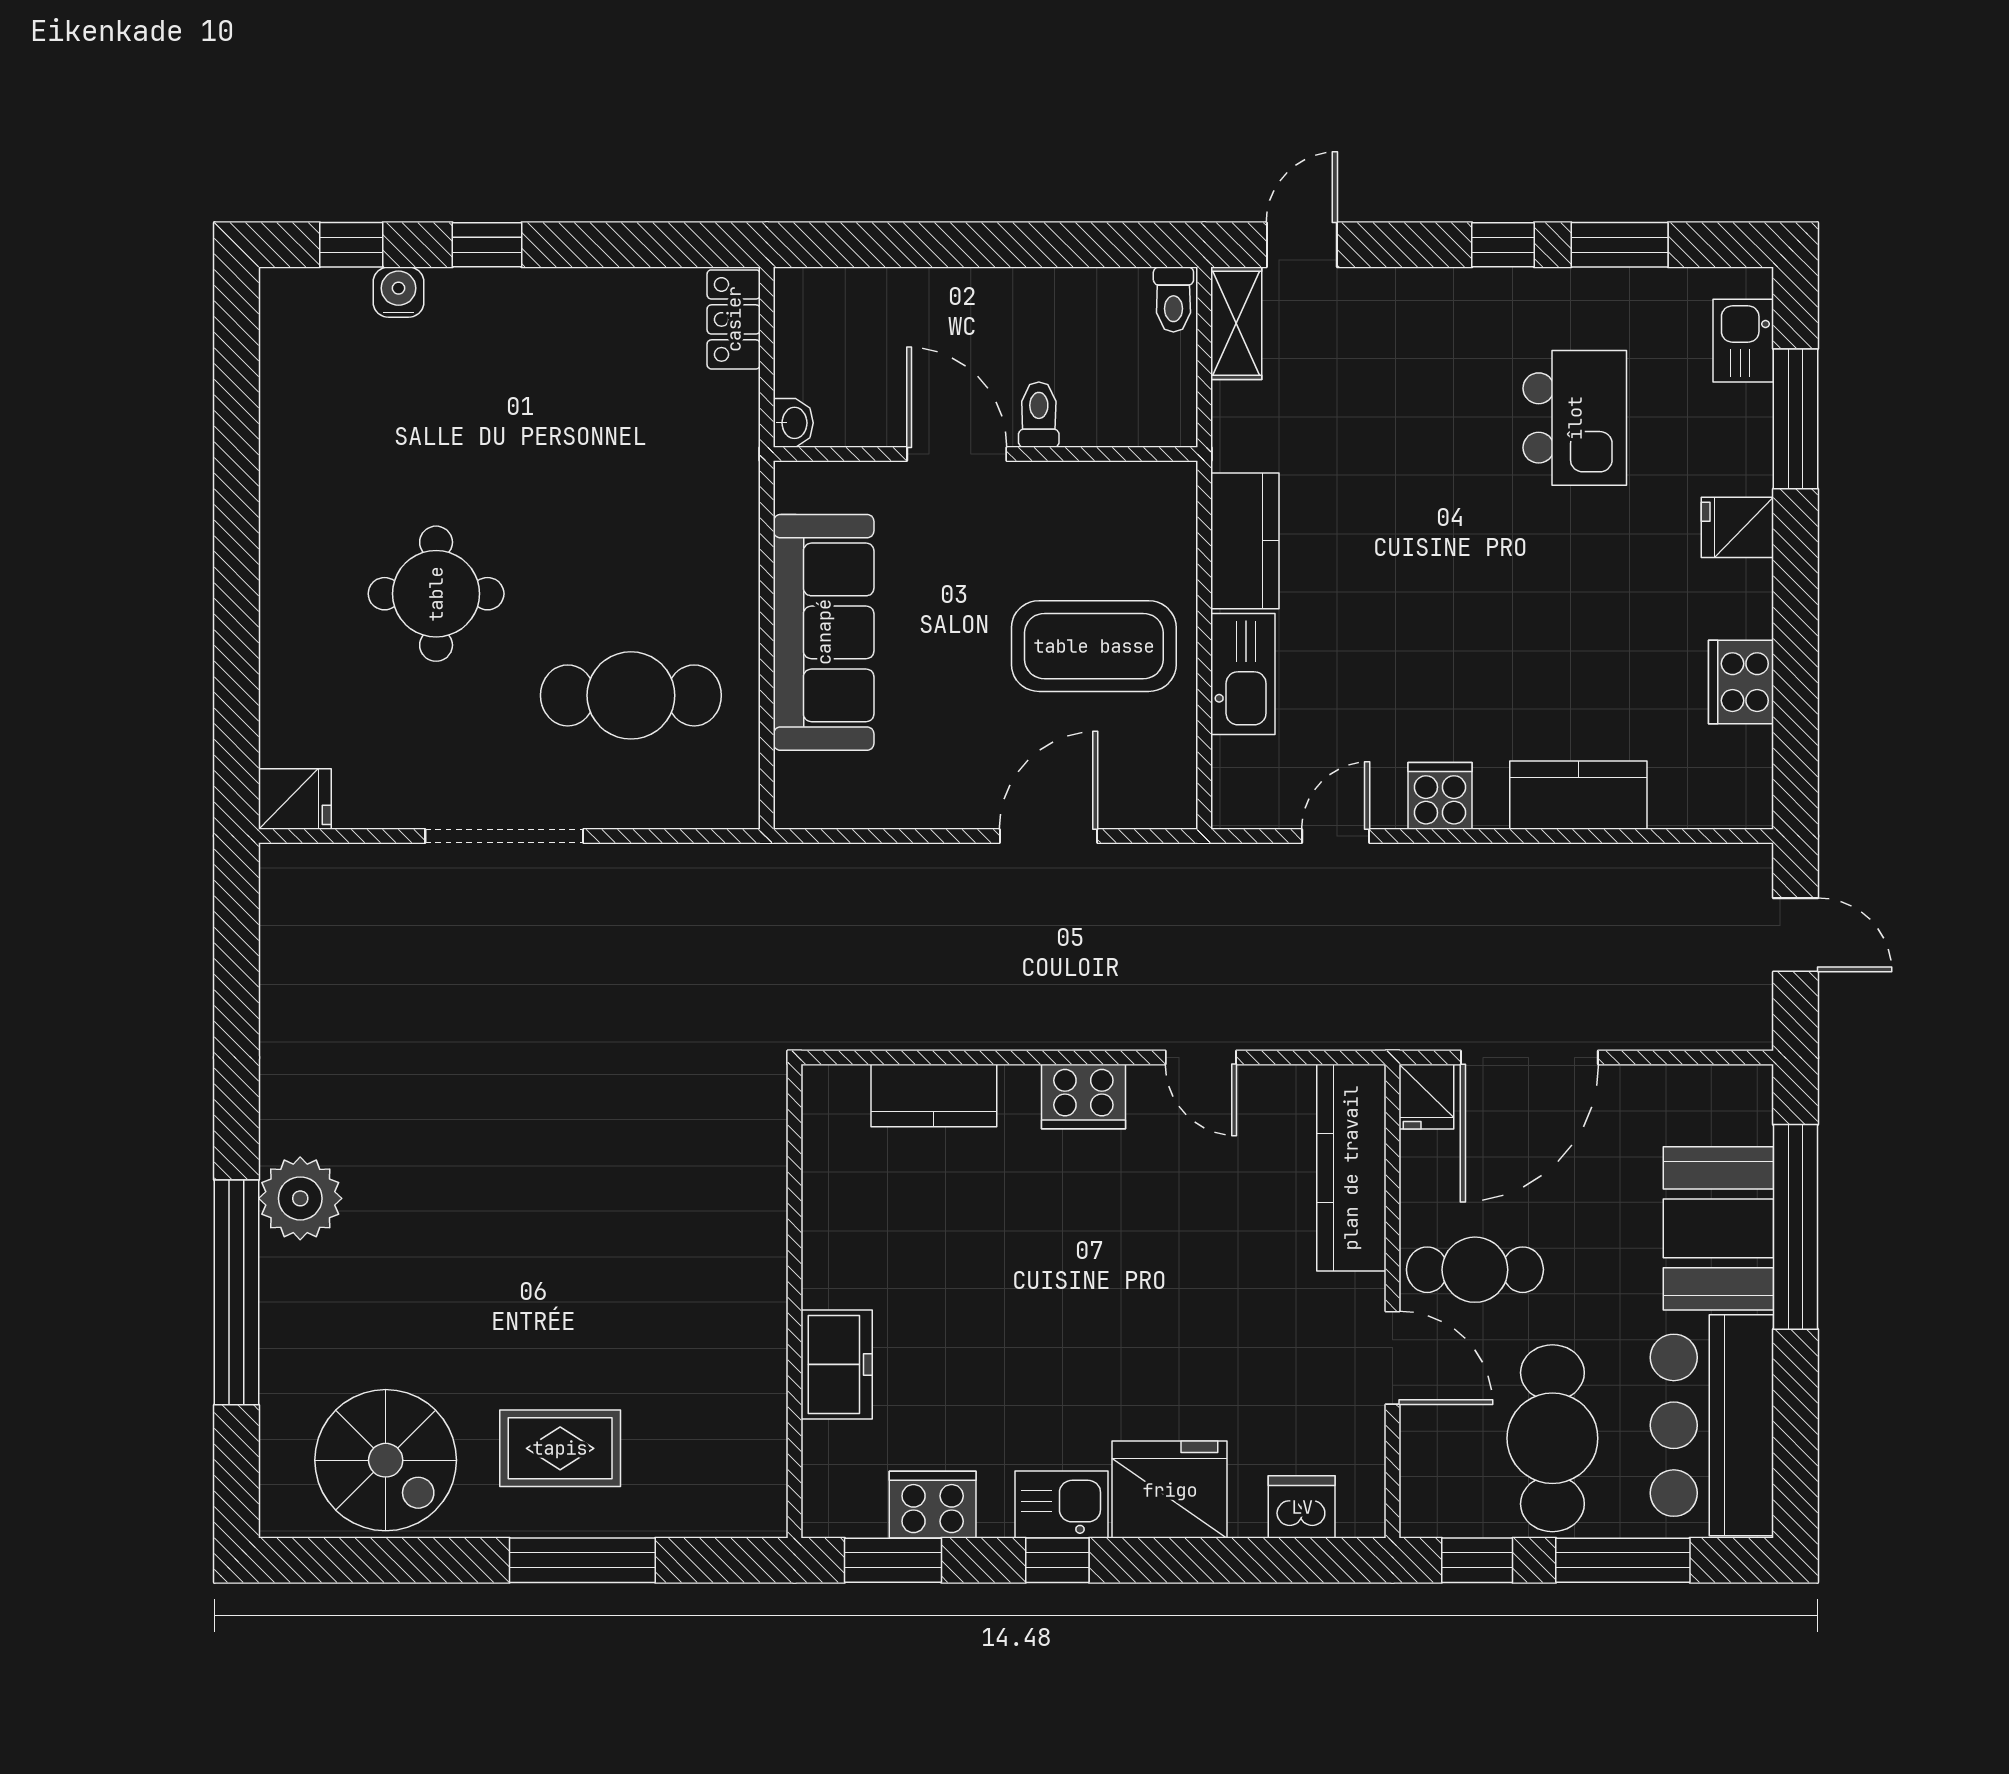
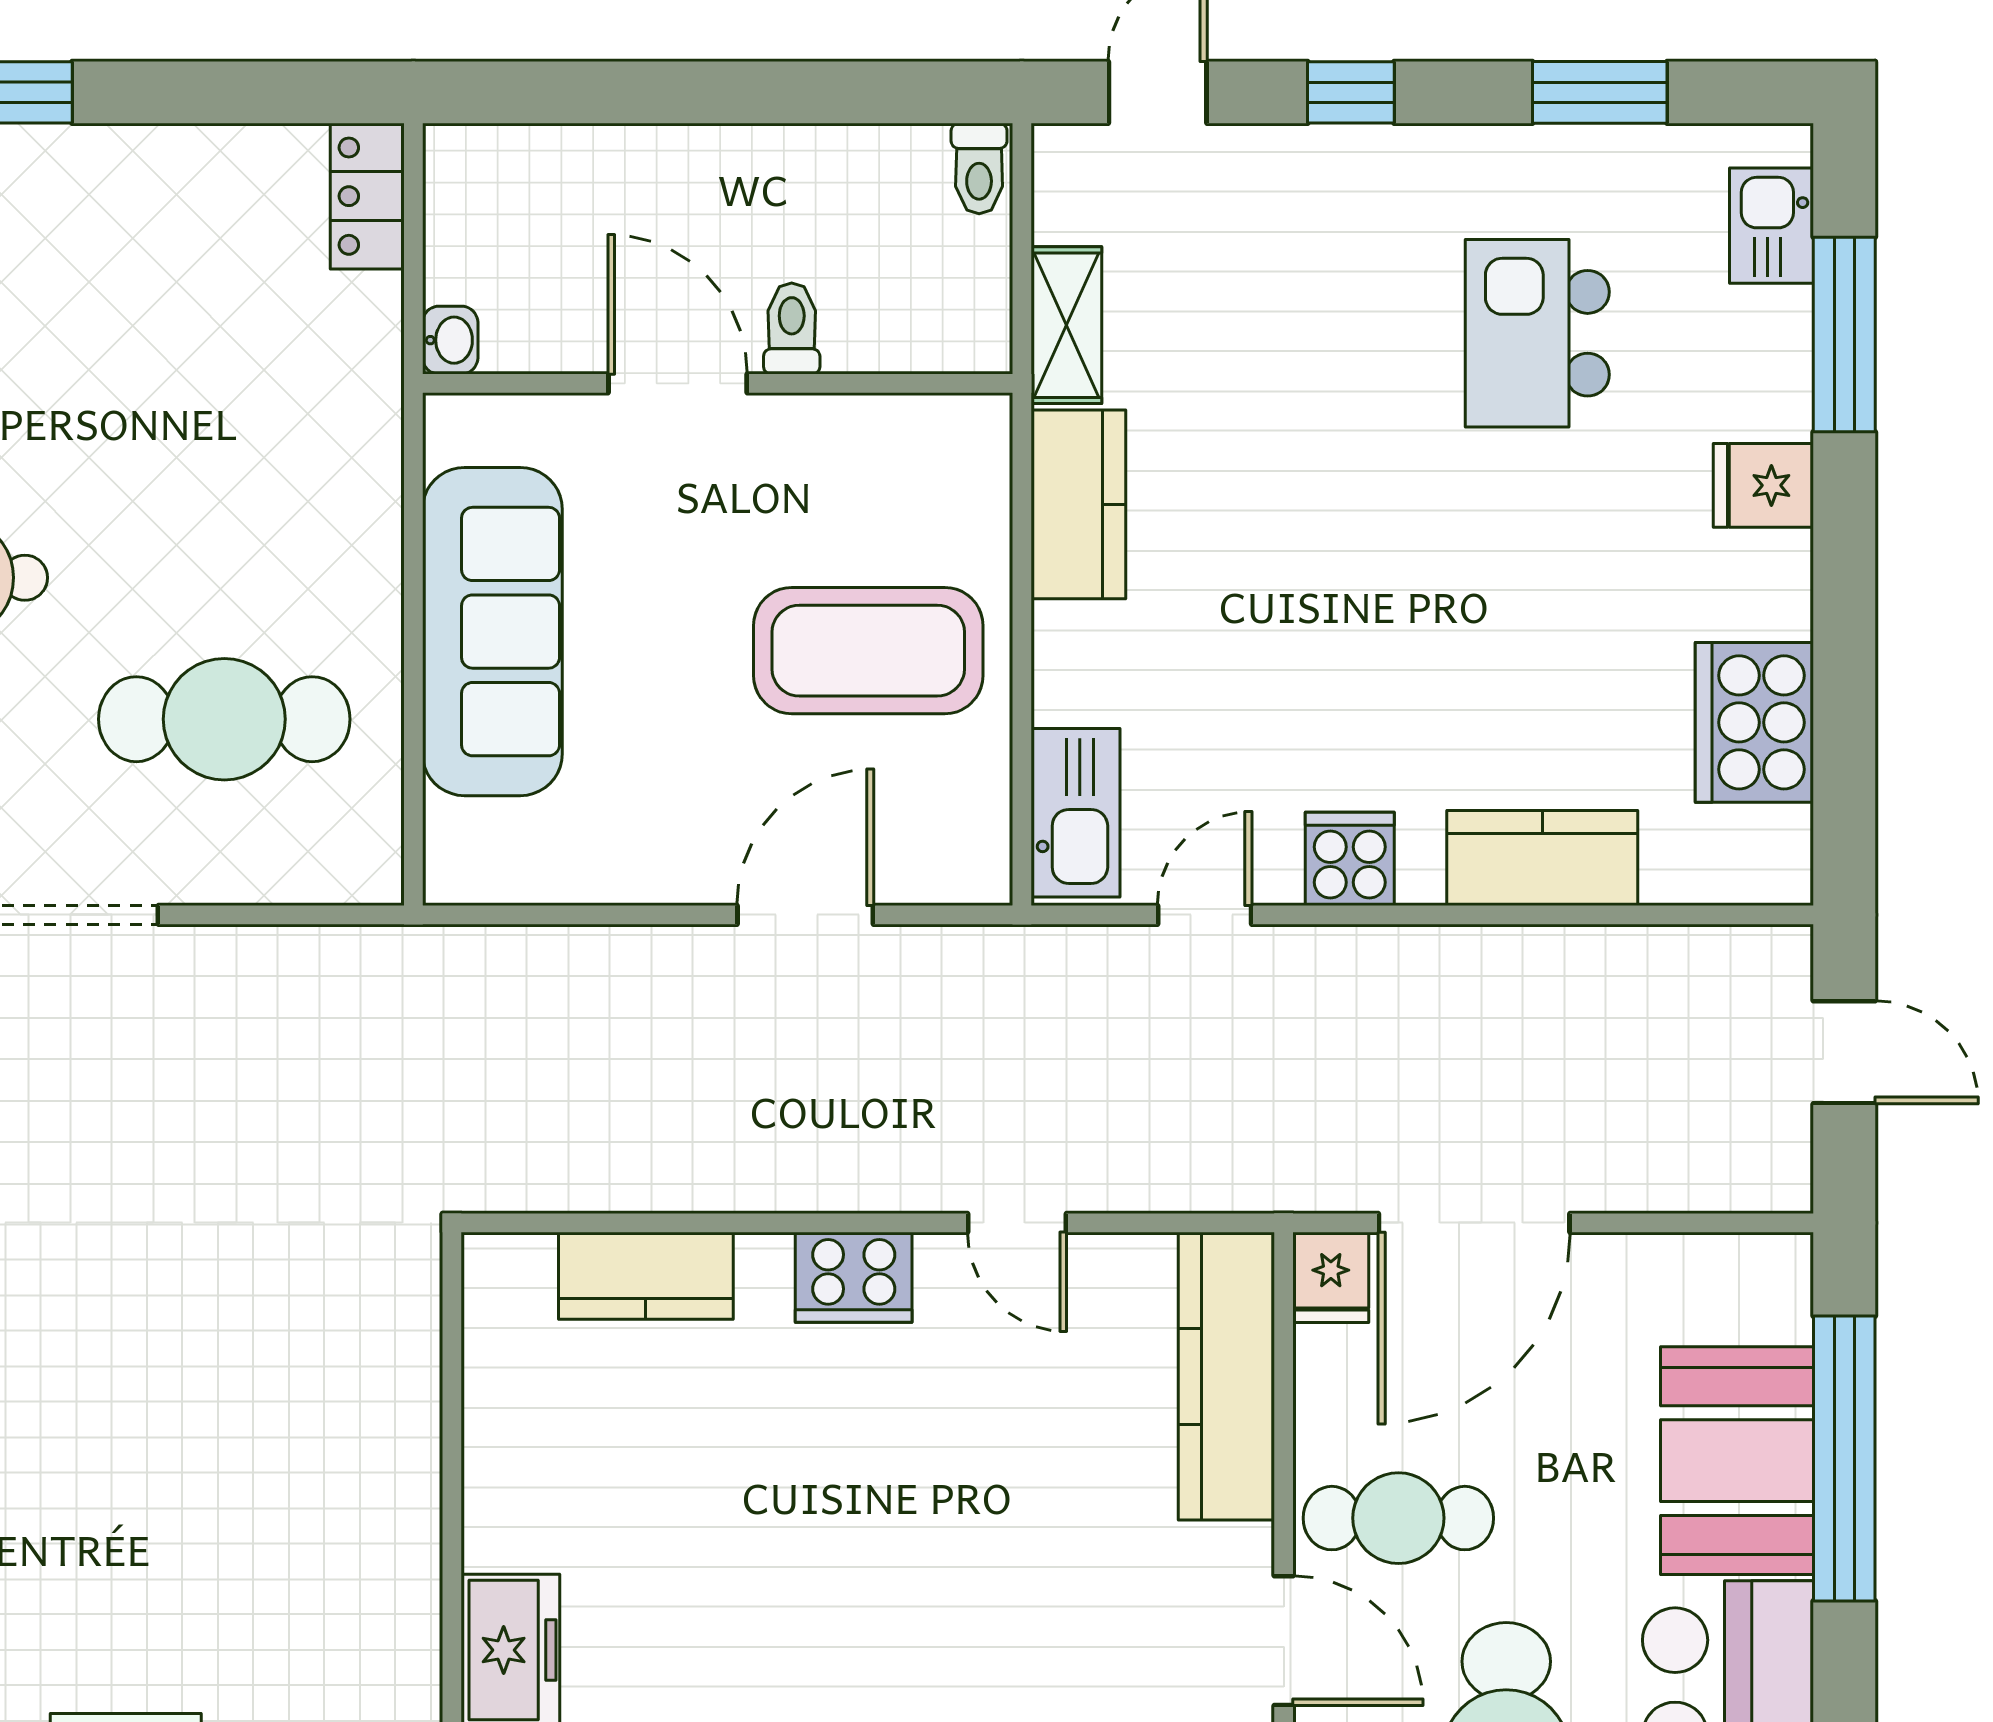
window: (1503, 245) -> (1351, 92), moved
shelving: (1236, 323) -> (1066, 325), moved
kitchen island: (1575, 418) -> (1537, 333), turned 180
kitchen sink: (1243, 674) -> (1076, 813), moved
cooker: (1741, 682) -> (1754, 722), width x1.37, depth x1.31

